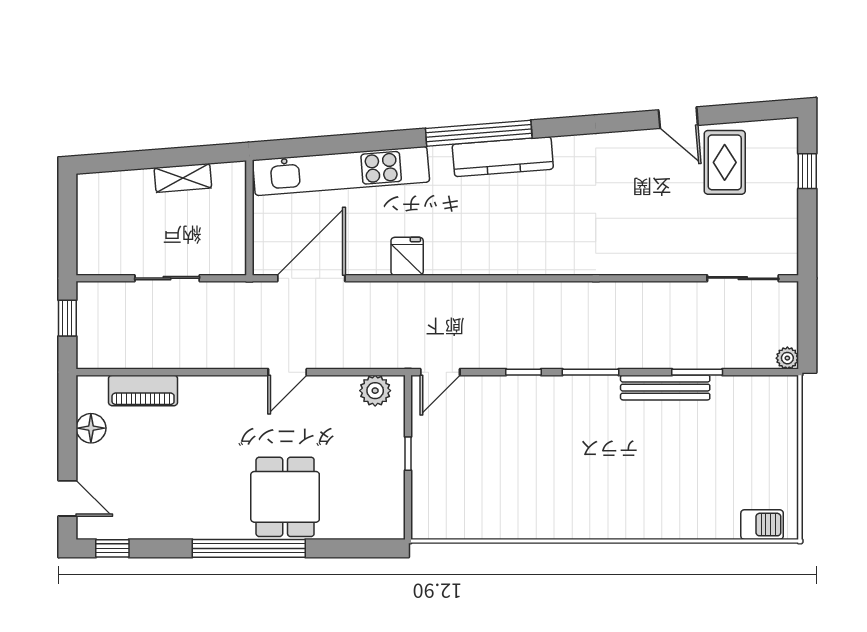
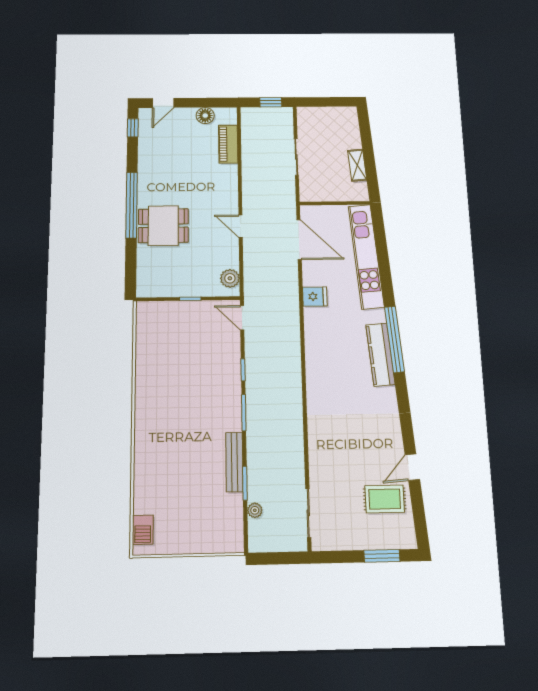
window: (807, 171) -> (382, 556), width x1.50
plant: (787, 358) -> (255, 510), moved

